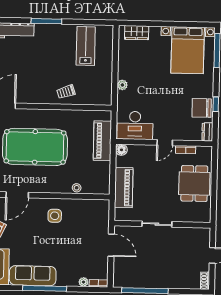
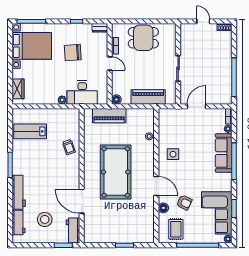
chair: (202, 108) -> (73, 53), moved, turned 86
desk: (135, 125) -> (82, 93), moved, turned 90
sofa: (33, 276) -> (224, 153), moved

